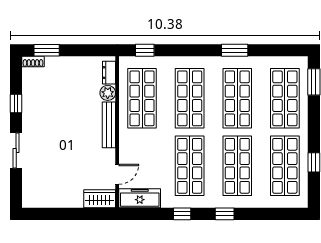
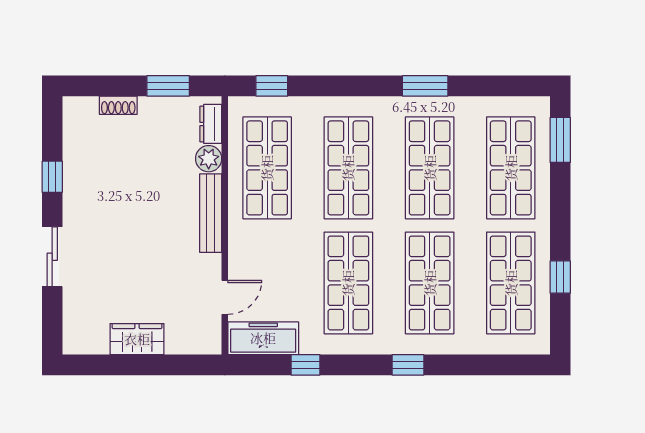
window: (47, 50) -> (168, 86), moved
shoe rack: (33, 62) -> (118, 105), moved
wardrobe: (100, 199) -> (137, 339), moved
window: (182, 214) -> (306, 365), moved

